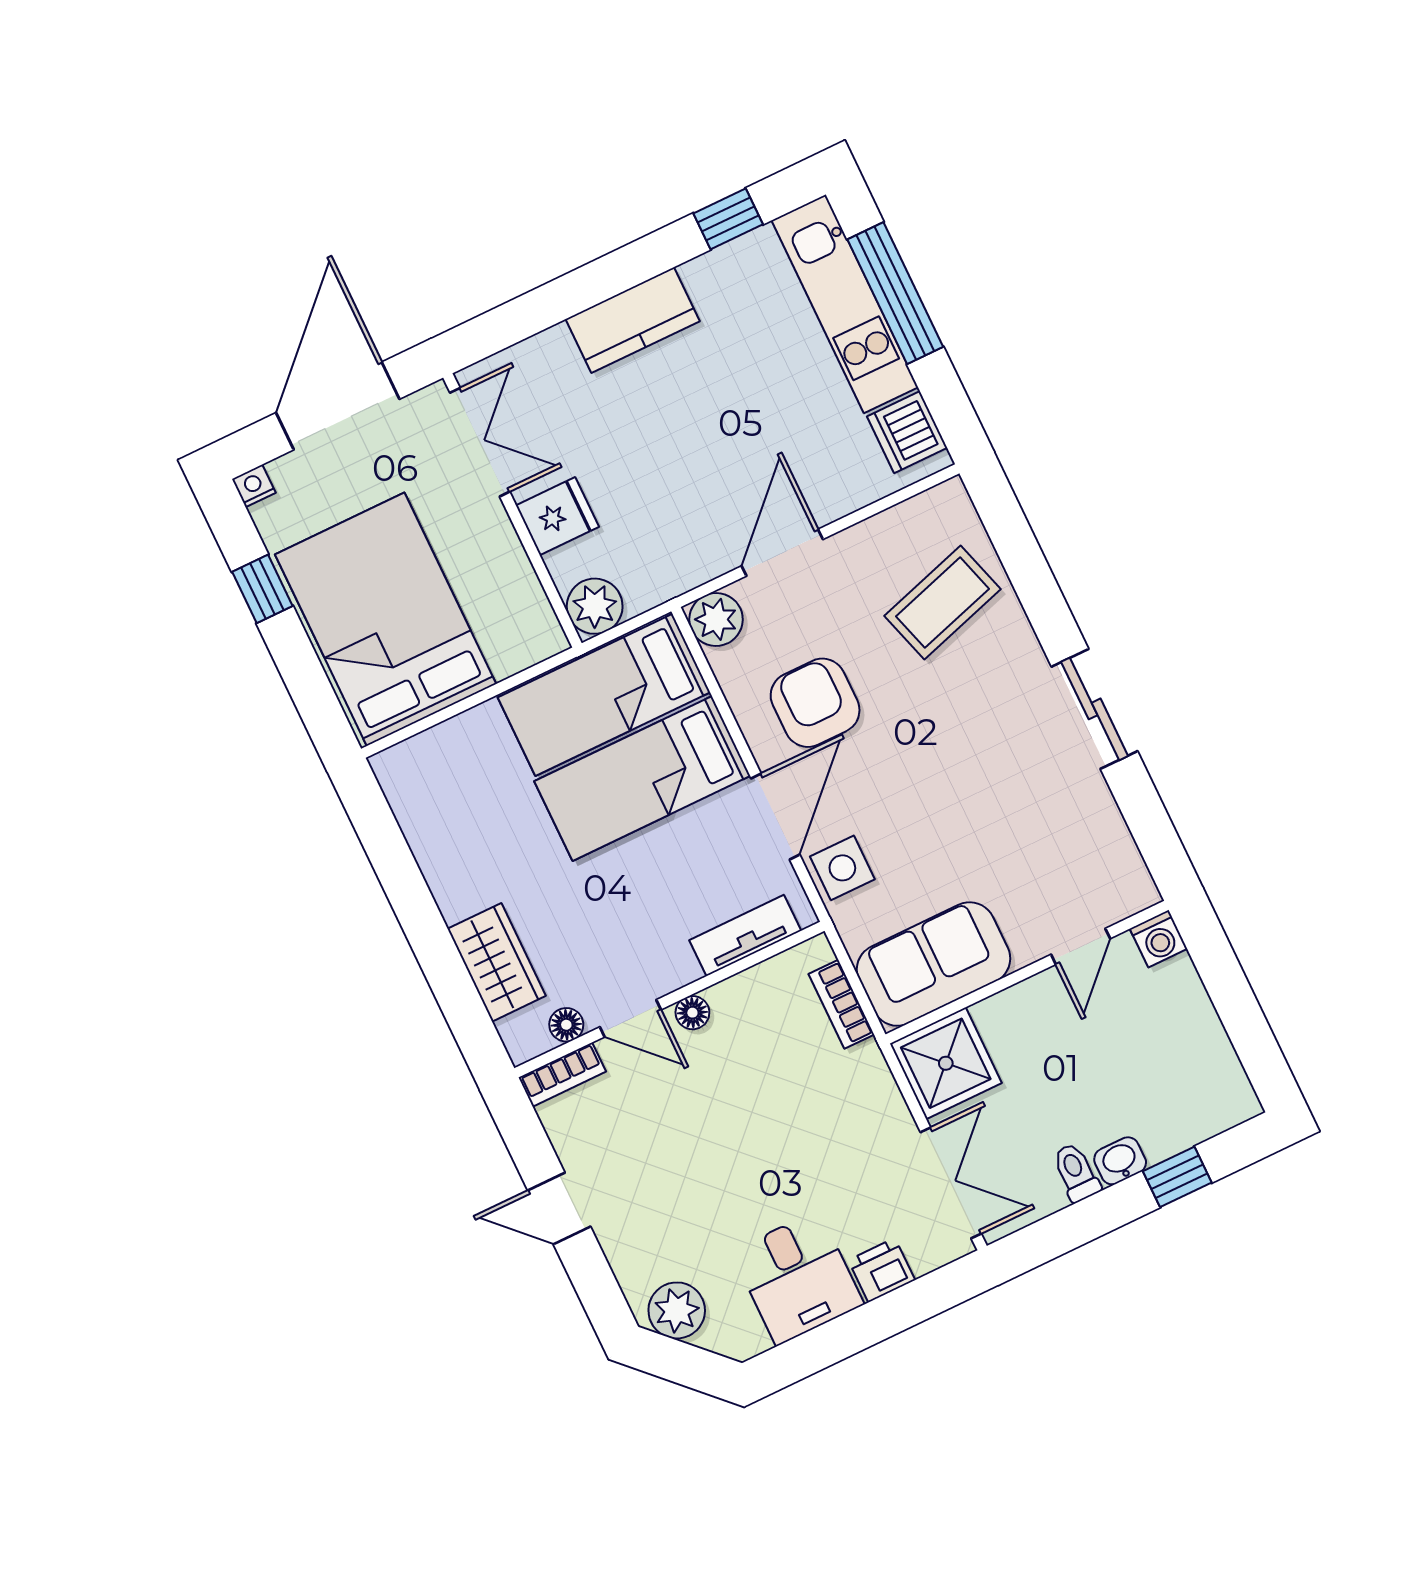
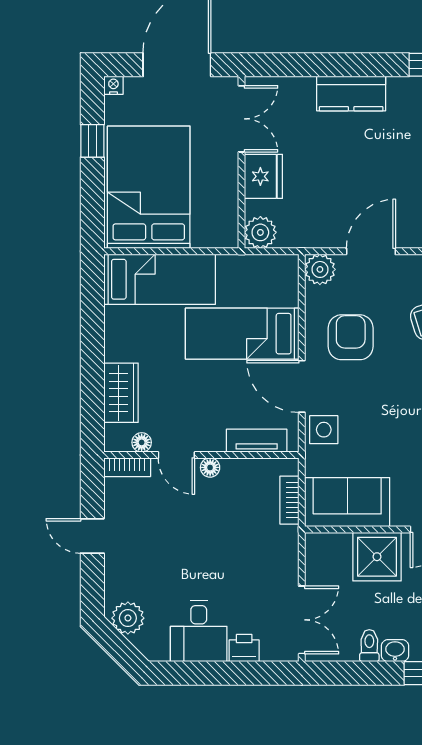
fridge: (557, 516) -> (263, 176), width x1.38
bed: (604, 695) -> (160, 279), moved, turned 180
door: (775, 816) -> (302, 386), swing flipped
shower: (946, 1063) -> (377, 557), moved

